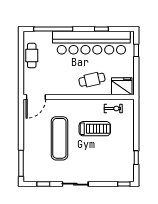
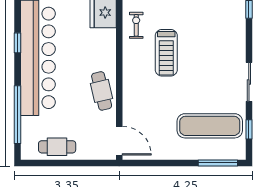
cafe table: (92, 80) -> (102, 91), moved
treadmill: (95, 129) -> (166, 53), turned 180
exercise mat: (59, 138) -> (210, 126), moved

